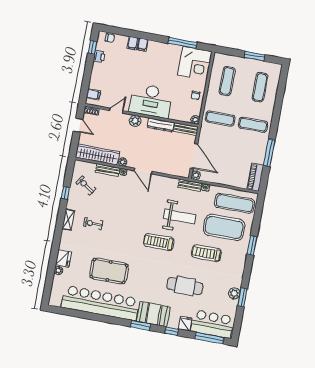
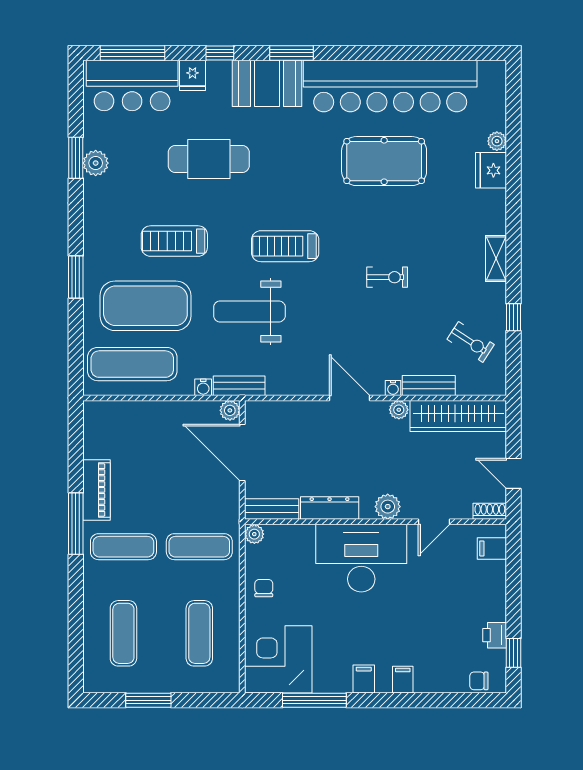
filing cabinet: (133, 43) -> (364, 679), moved
window: (269, 153) -> (76, 524), moved
piano: (255, 177) -> (96, 490), moved
exercise bike: (93, 224) -> (387, 277), moved
treadmill: (159, 242) -> (285, 246), turned 180
treadmill: (206, 253) -> (174, 241), turned 180

